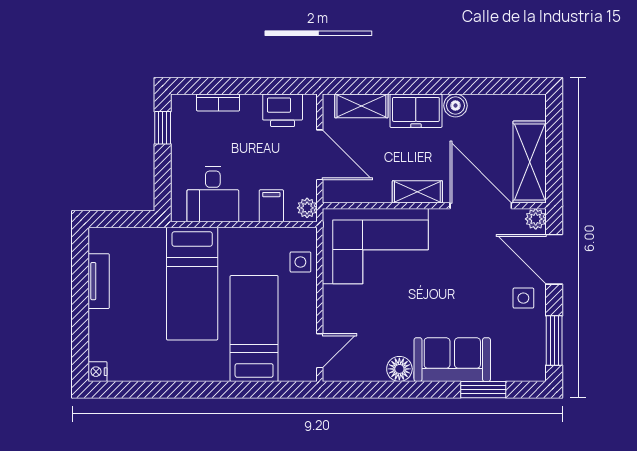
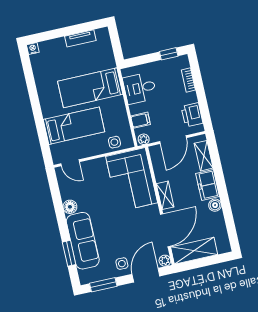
sofa: (452, 360) -> (83, 241), width x1.36

